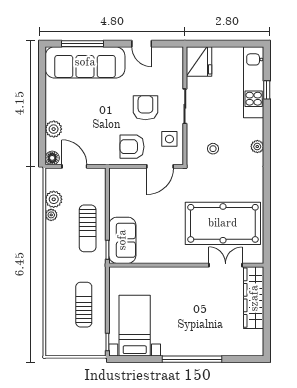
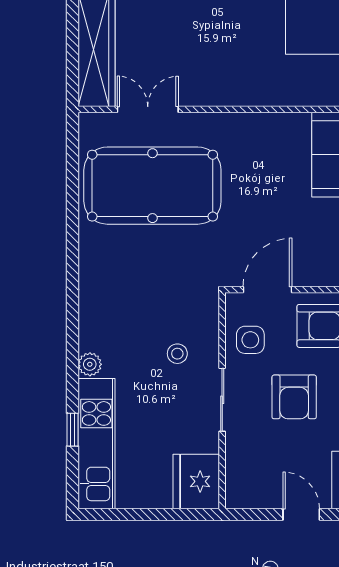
plant: (257, 147) -> (90, 364), moved
stool: (213, 149) -> (177, 354), moved
double door: (226, 265) -> (148, 109), swing flipped

